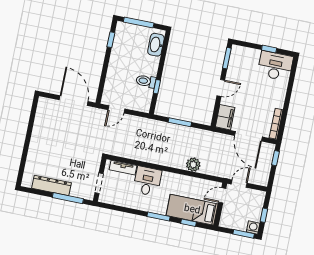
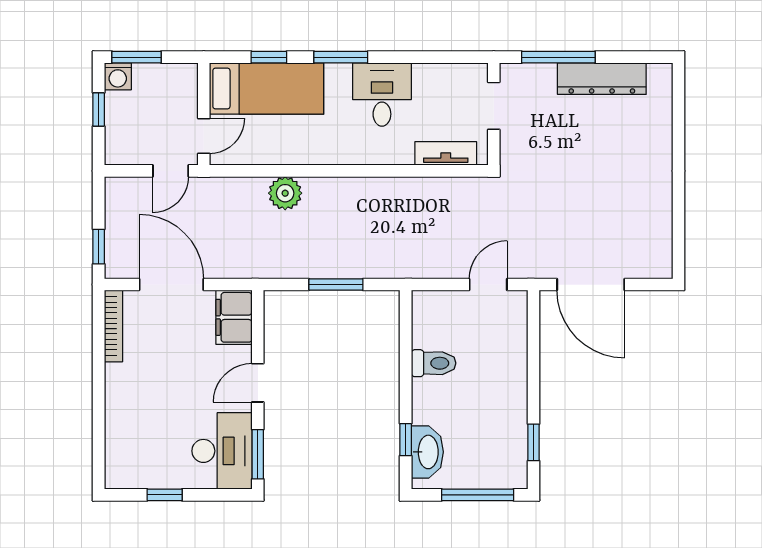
desk: (275, 66) -> (222, 451), moved, turned -90
window: (157, 87) -> (406, 440), moved
desk: (147, 181) -> (382, 94), moved, turned 180

